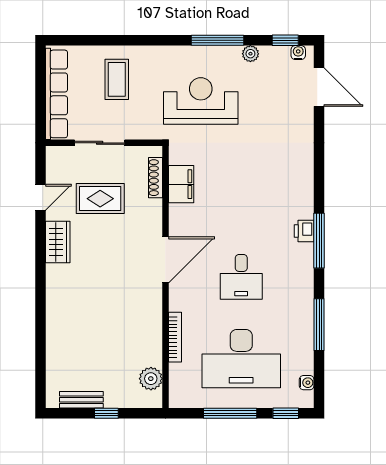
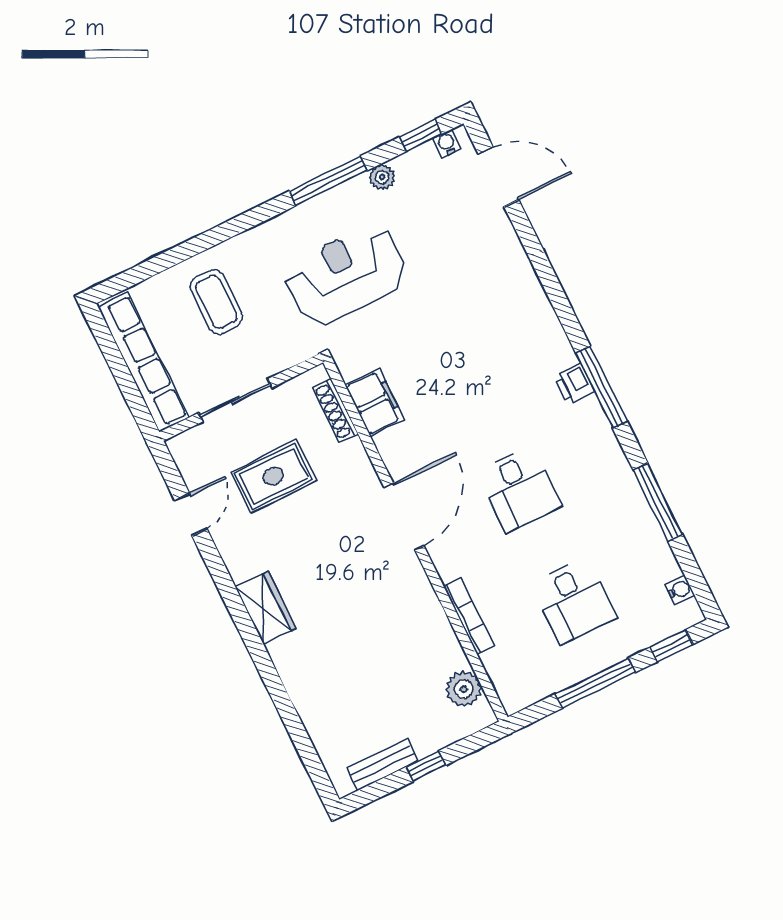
wardrobe: (58, 242) -> (266, 608), moved
desk: (241, 359) -> (574, 601), width x0.53, depth x0.77

